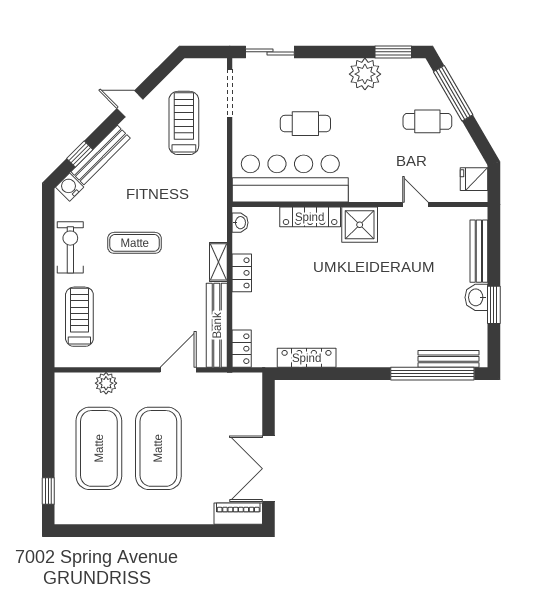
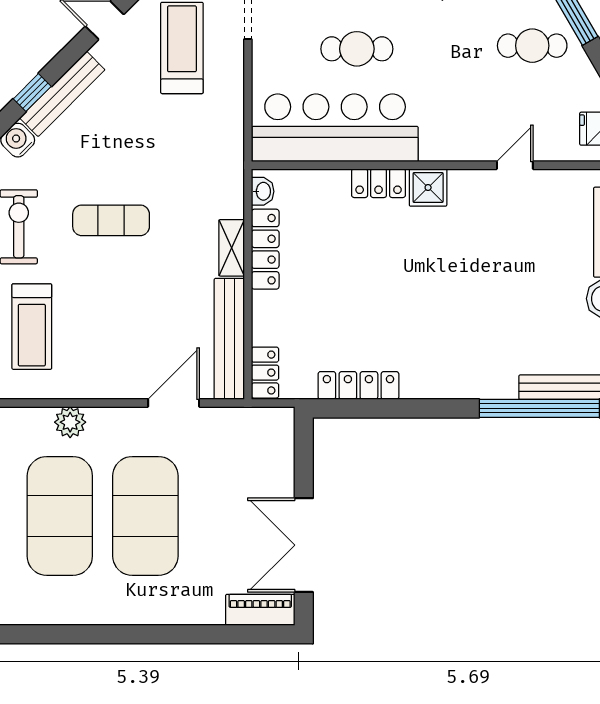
door: (415, 205) -> (515, 165), hinge flipped
locker: (310, 217) -> (379, 183), width x0.66
shower: (360, 225) -> (428, 187), width x0.73, depth x0.73
locker: (242, 273) -> (265, 249), width x1.53
treadmill: (79, 317) -> (32, 327), turned 180

